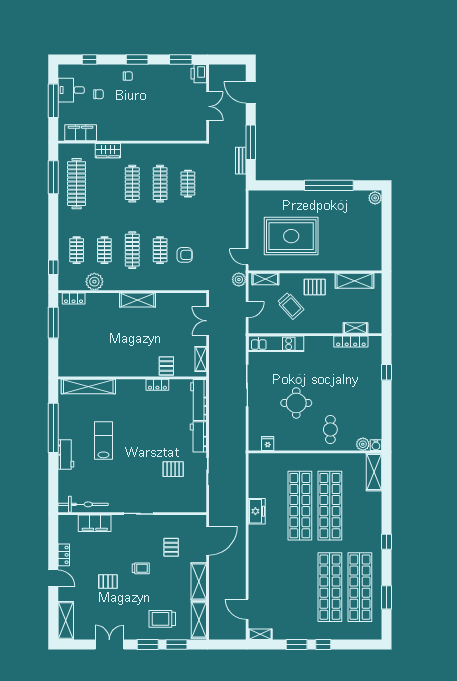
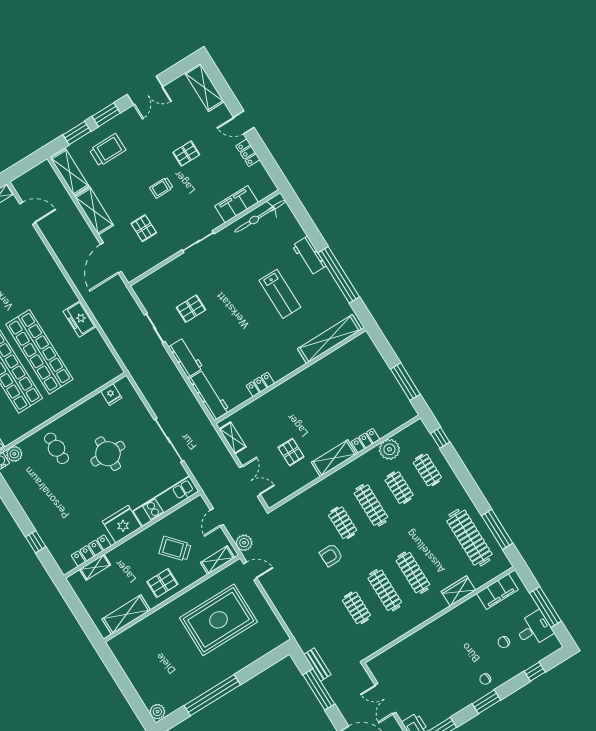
armchair: (185, 255) -> (331, 555), moved
locker: (74, 298) -> (366, 441), moved
fridge: (317, 347) -> (122, 524), added
pallet: (166, 366) -> (291, 452), moved

